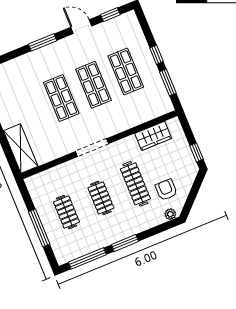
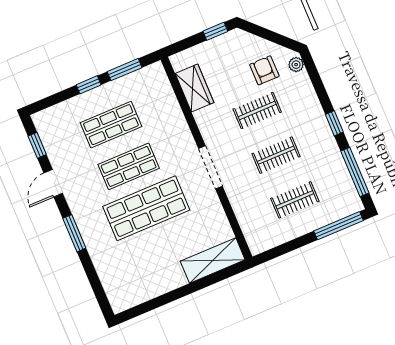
shop shelf: (61, 98) -> (146, 208), width x1.43, depth x1.36
clothes rail: (135, 184) -> (257, 111), width x0.73
armchair: (166, 190) -> (264, 70), turned 90
window: (39, 228) -> (339, 226), moved
window: (125, 243) -> (334, 123), width x0.67

